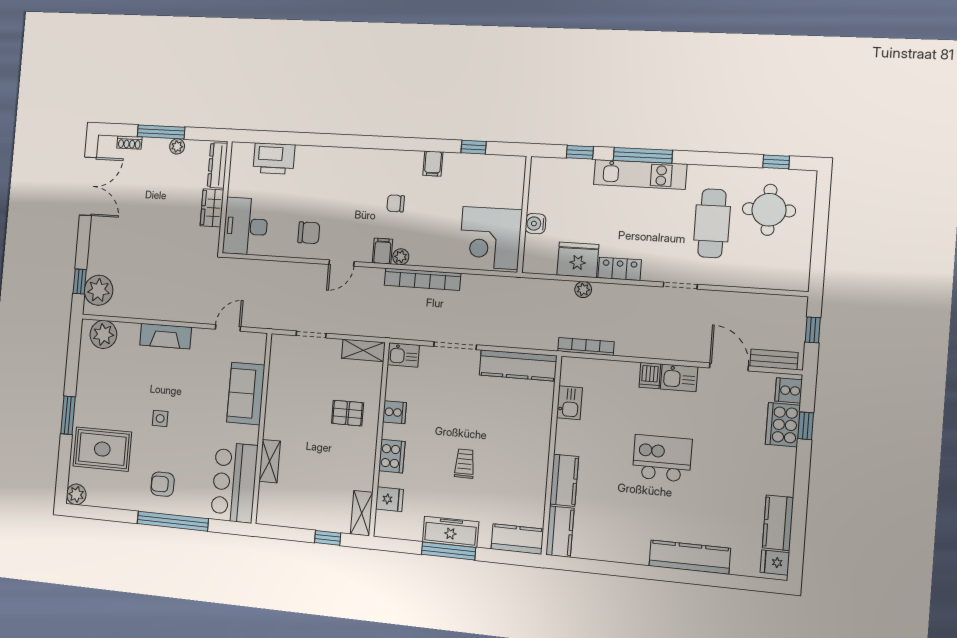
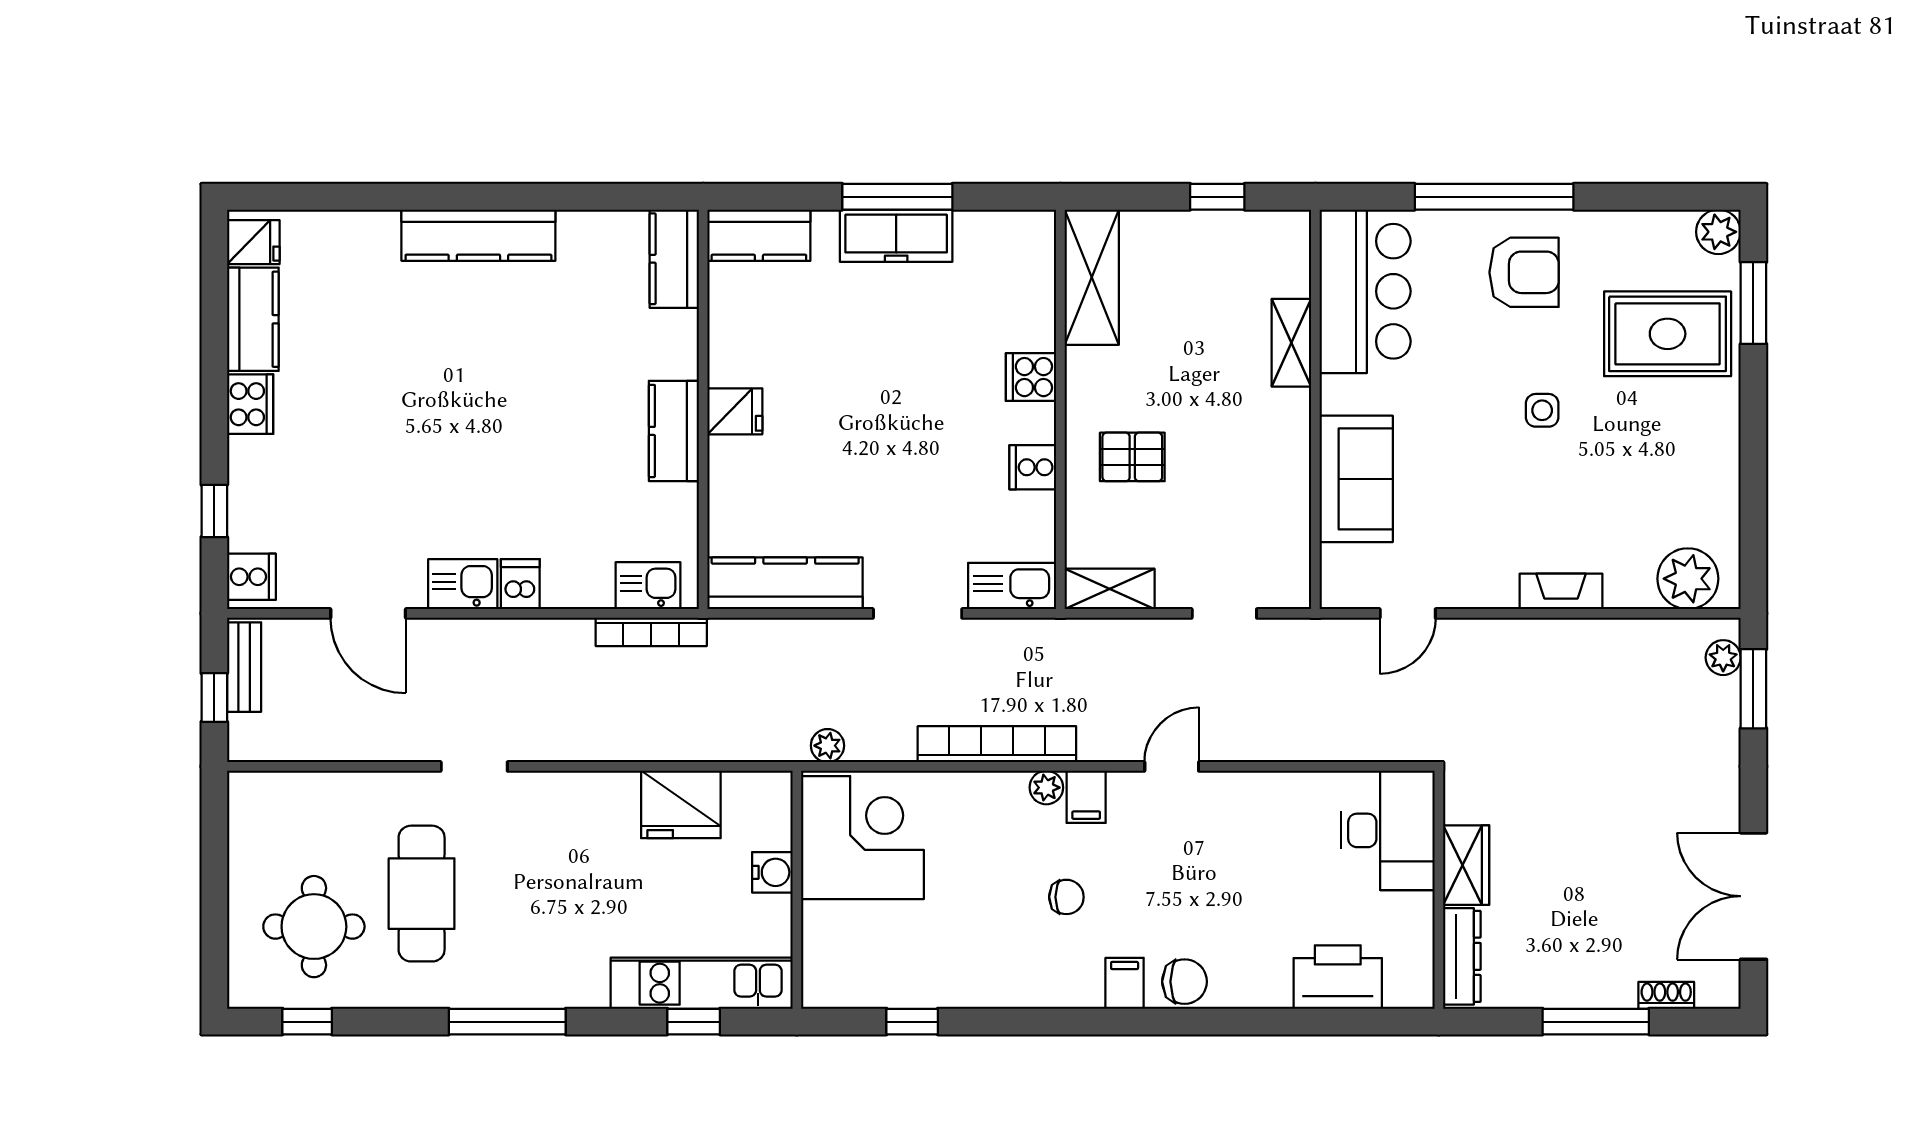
plant: (177, 146) -> (1556, 992), removed
window: (643, 155) -> (507, 1022), moved
filing cabinet: (433, 164) -> (1125, 983), moved
kitchen unit: (640, 174) -> (702, 983), moved
chair: (309, 233) -> (1185, 982), moved, turned 180
locker: (620, 269) -> (596, 792), removed
window: (80, 282) -> (1753, 689), width x1.50
plant: (583, 289) -> (828, 746), moved
plant: (99, 290) -> (1723, 658), width x0.53, depth x0.53
fireplace: (166, 336) -> (1561, 591), width x0.73, depth x0.76
kitchen sink: (403, 355) -> (1012, 586), width x1.38
bench: (774, 359) -> (244, 667), moved, turned 90
kitchen sink: (569, 403) -> (648, 586), moved, turned 90
window: (68, 415) -> (1753, 303), moved
cooker: (783, 425) -> (250, 404), moved, width x0.73, depth x0.76
cooker: (392, 456) -> (1031, 377), width x0.73
kitchen island: (662, 458) -> (484, 423), removed
trolley: (465, 464) -> (878, 376), removed
kitchen counter: (564, 480) -> (674, 431), moved
armchair: (163, 484) -> (1524, 272), width x1.38, depth x1.38
fridge: (389, 499) -> (735, 411), moved, turned 180
shelving: (362, 513) -> (1092, 277), width x1.50, depth x1.33
window: (328, 538) -> (1217, 197), moved
kitchen counter: (690, 557) -> (478, 235), moved

